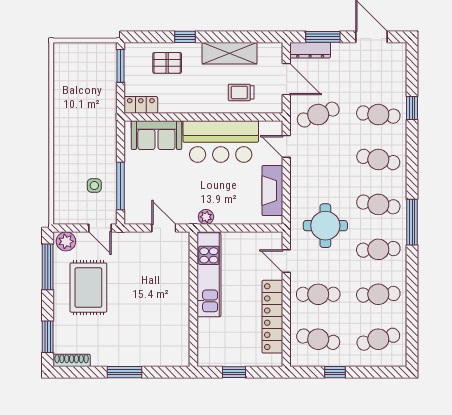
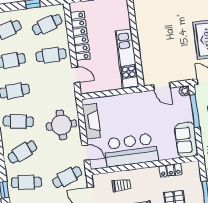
locker: (141, 105) -> (170, 170), moved
sofa: (156, 135) -> (186, 140), moved, turned -90
cafe table: (378, 159) -> (22, 152), turned -36
plant: (206, 217) -> (184, 91), moved
round table: (325, 226) -> (61, 125), moved
cafe table: (318, 339) -> (47, 25), turned -30

